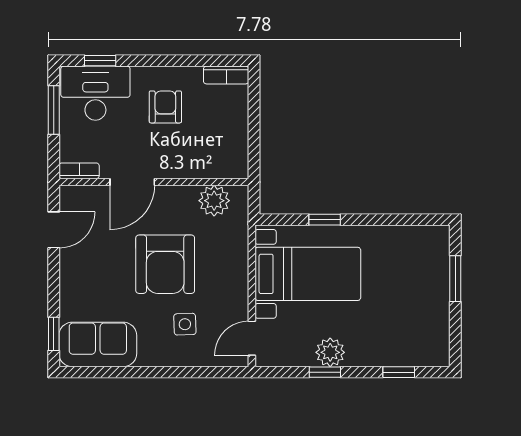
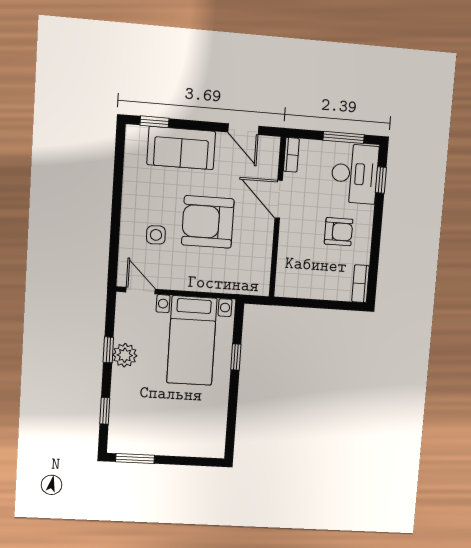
plant: (214, 201) -> (258, 267), removed
window: (455, 279) -> (135, 459), moved
sofa: (98, 344) -> (181, 148), moved, turned 90

